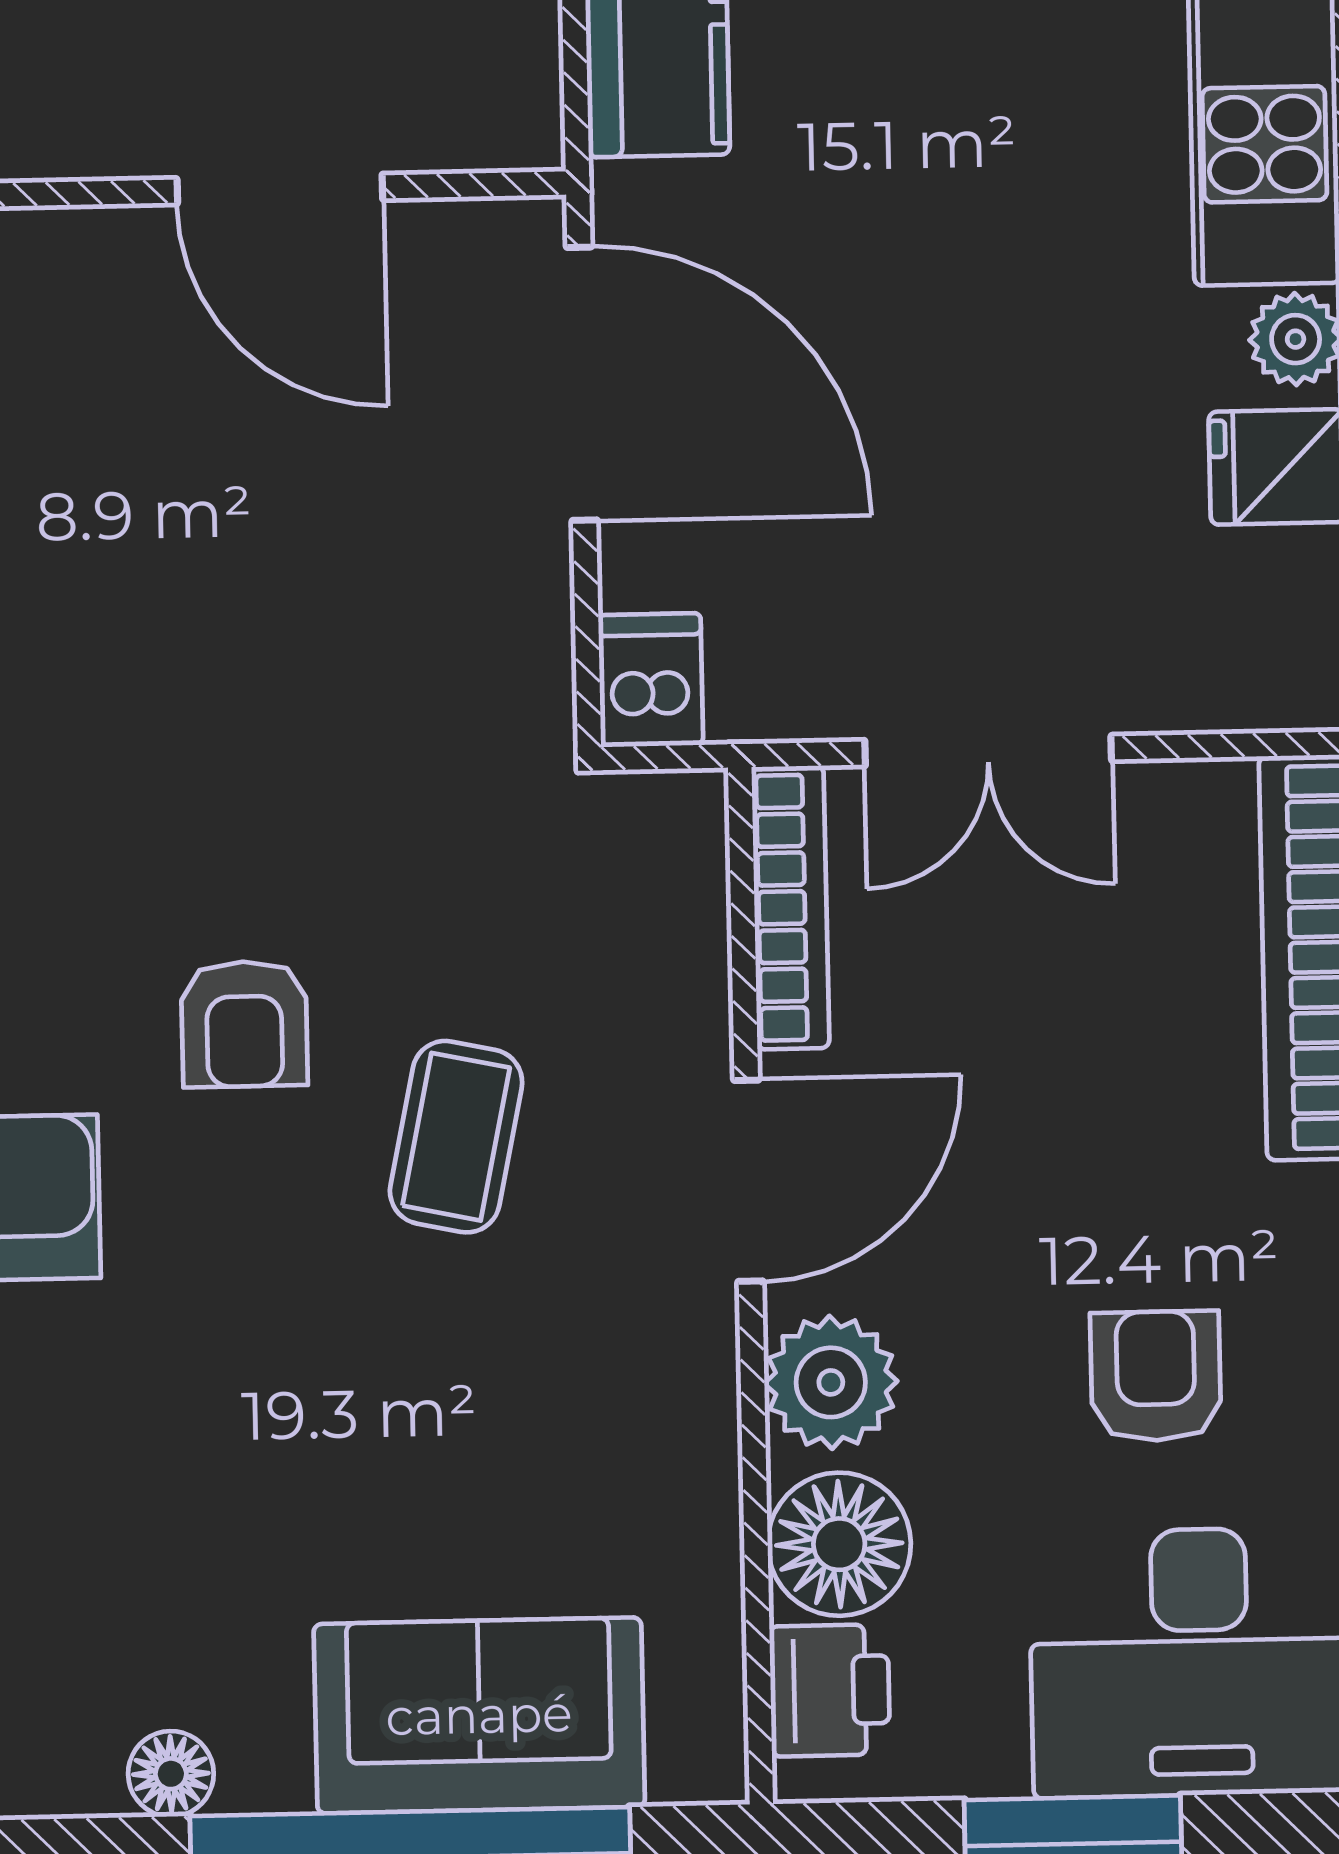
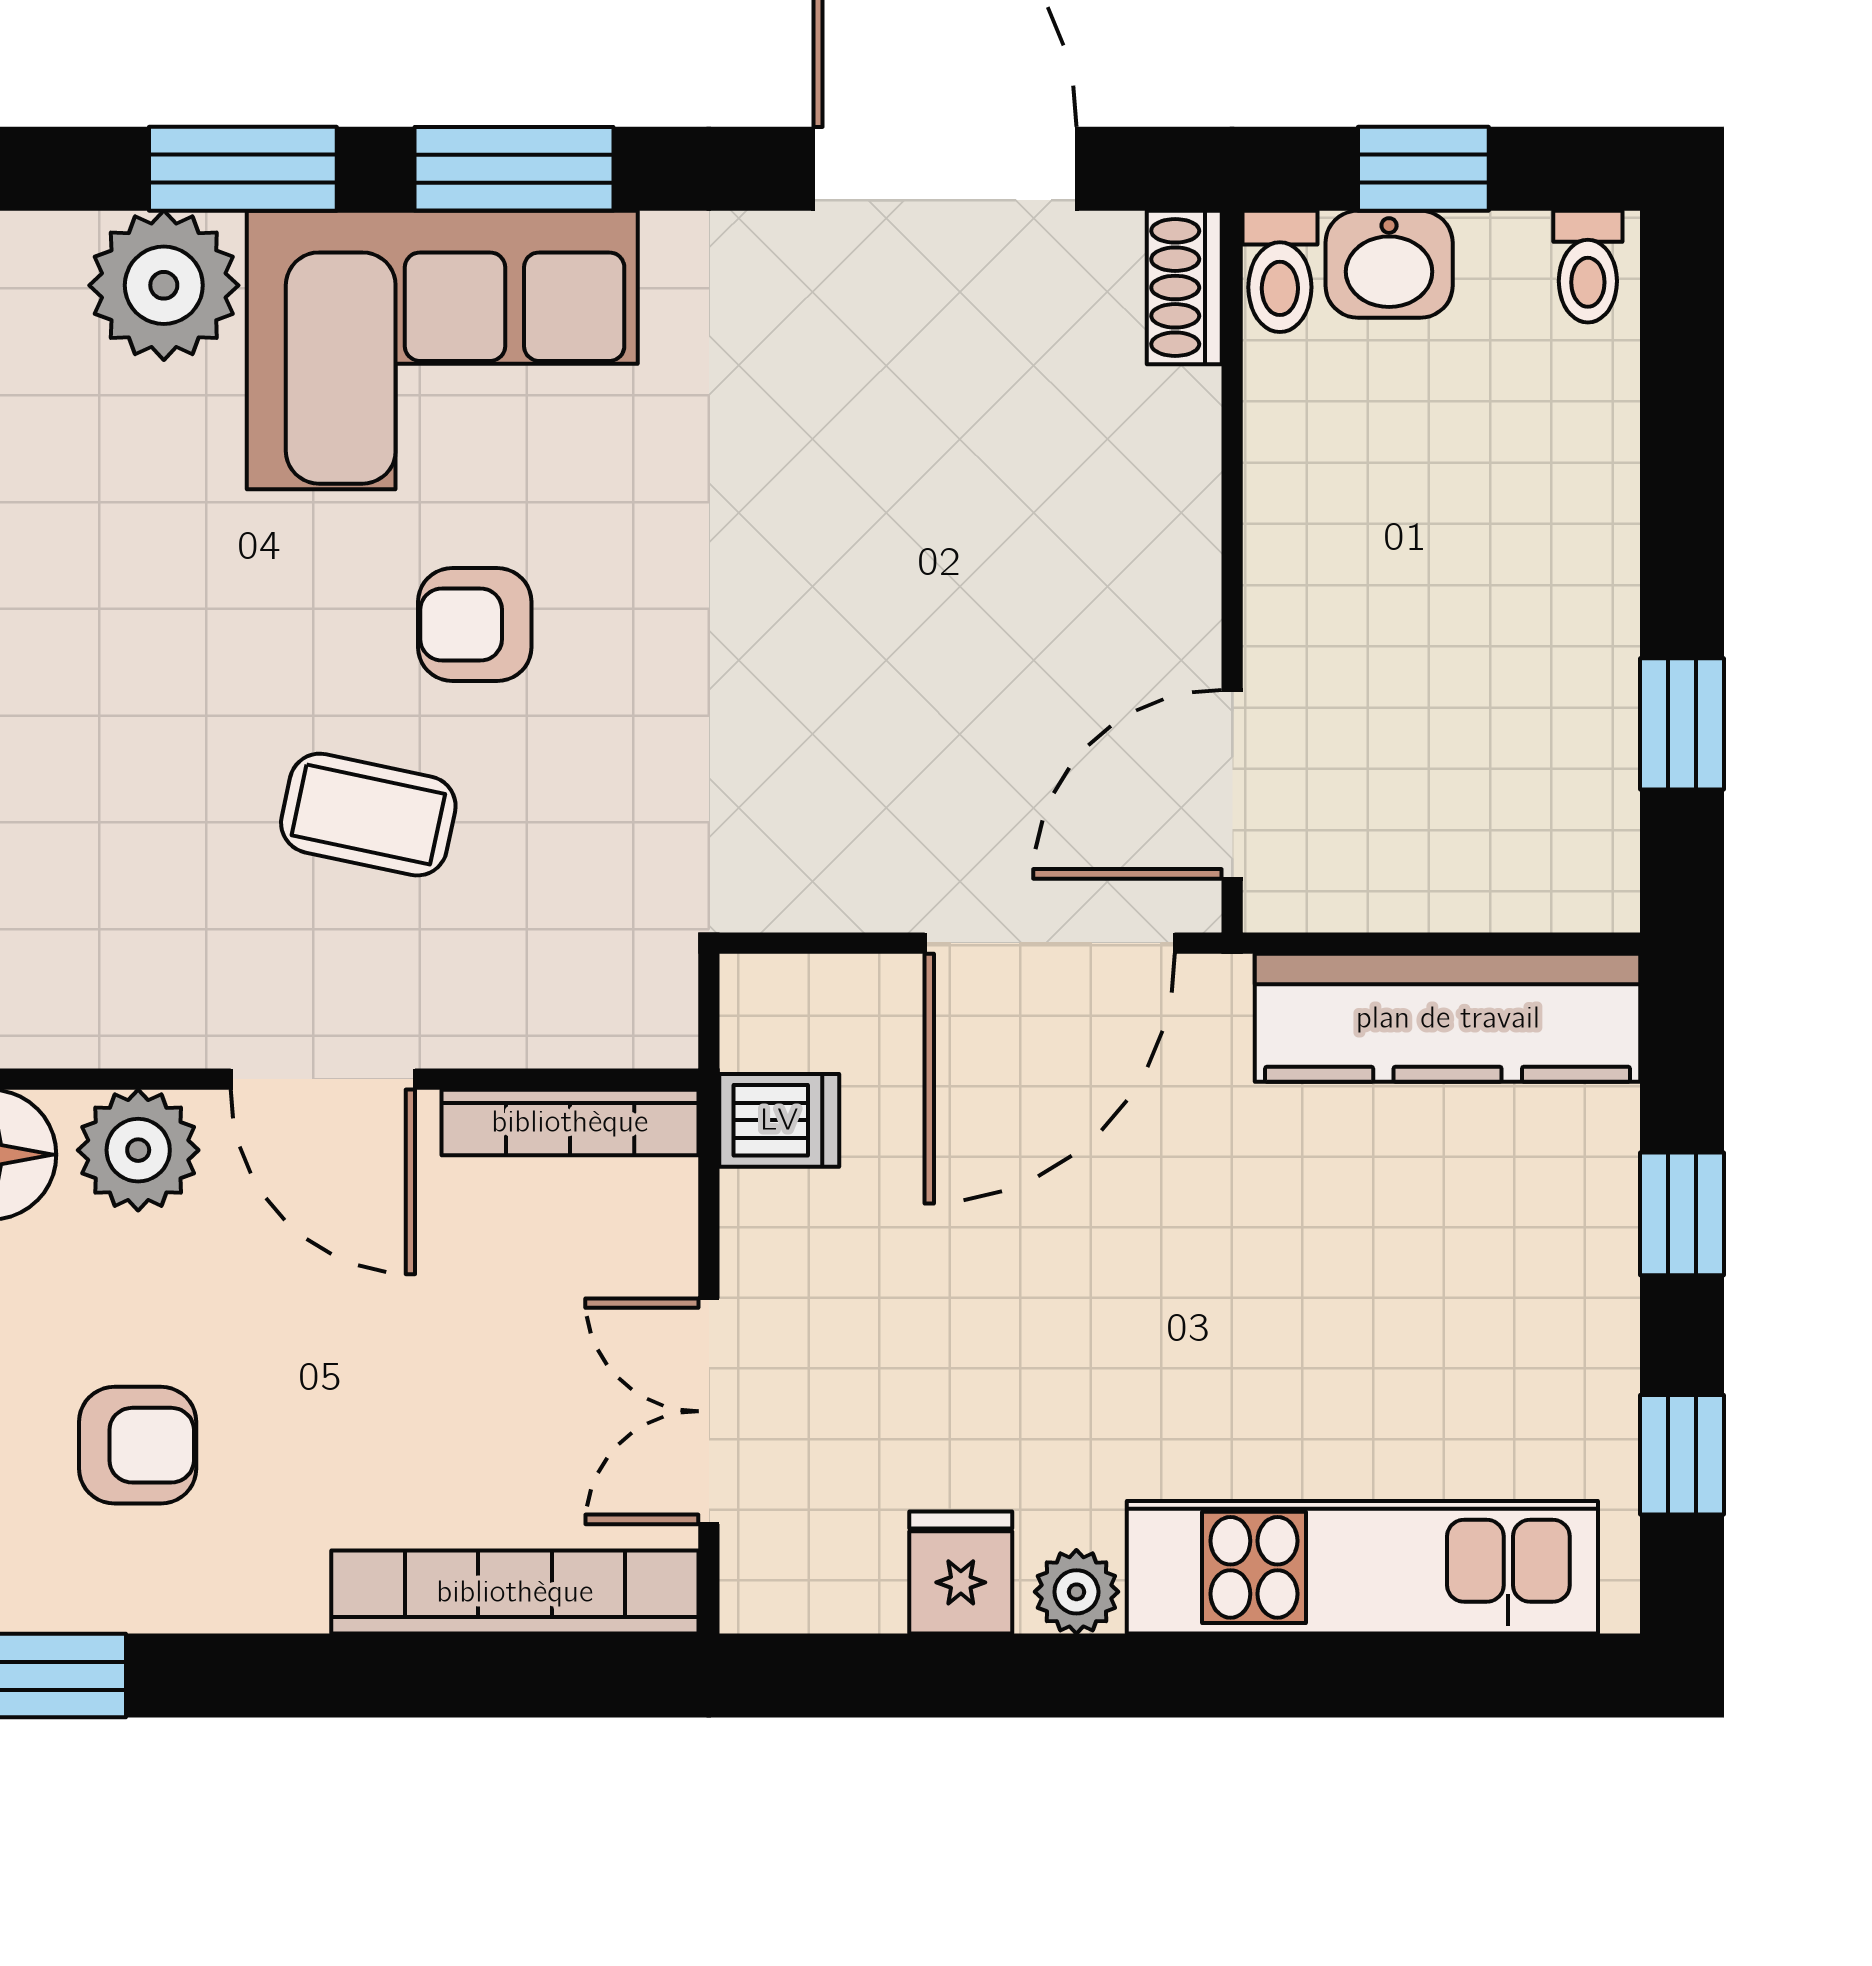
door: (280, 189) -> (1232, 784), moved
dishwasher: (651, 680) -> (779, 1120), moved
double door: (988, 751) -> (709, 1411), moved

